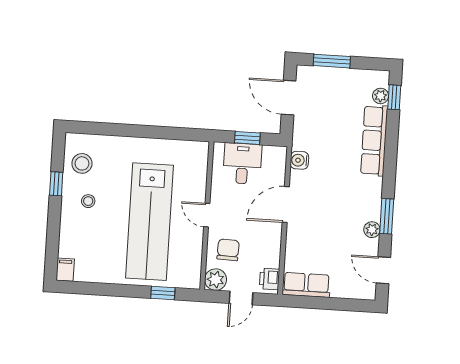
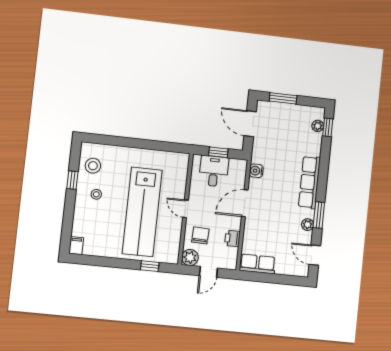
row of seats: (374, 140) -> (309, 182), moved
printer: (270, 279) -> (232, 238), moved

